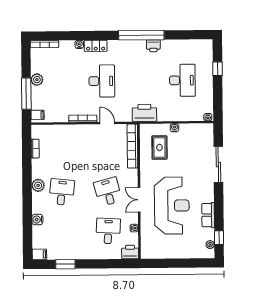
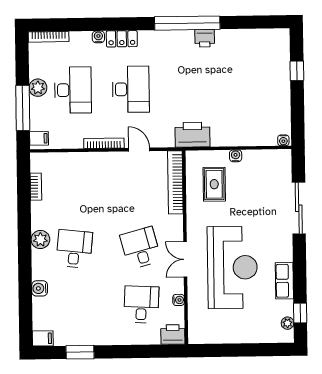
desk: (182, 80) -> (73, 90), moved

